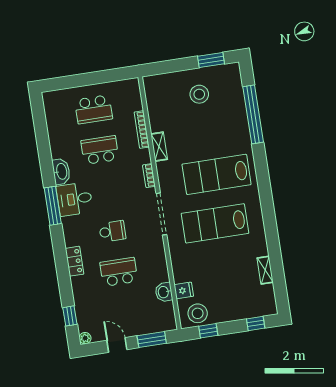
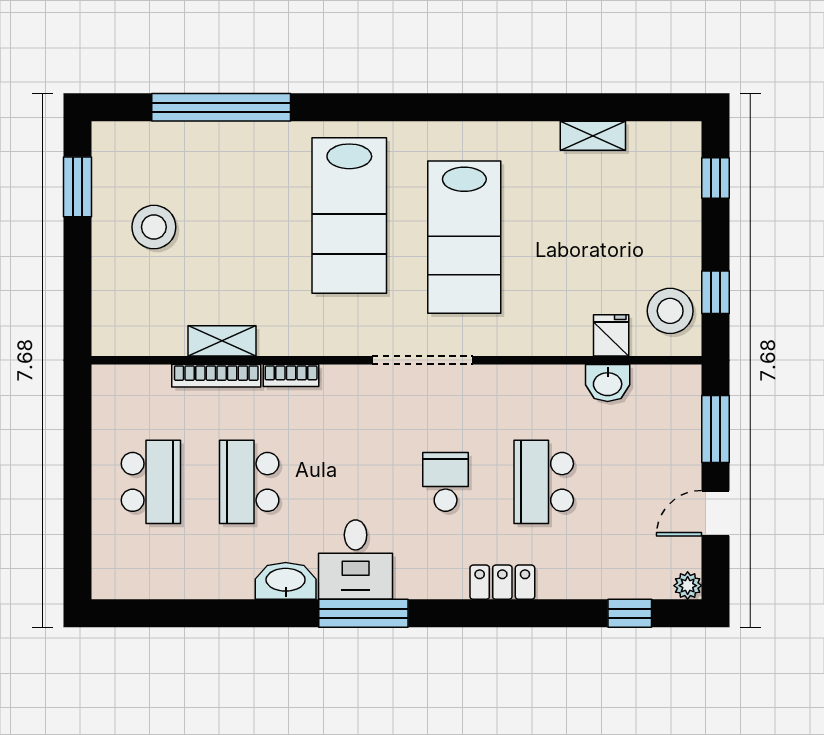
shelving: (159, 147) -> (222, 341), moved
bookcase: (149, 176) -> (291, 376), moved

